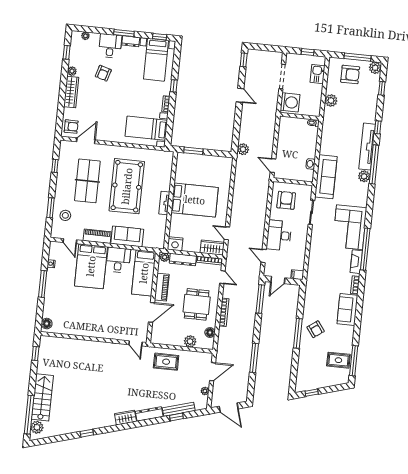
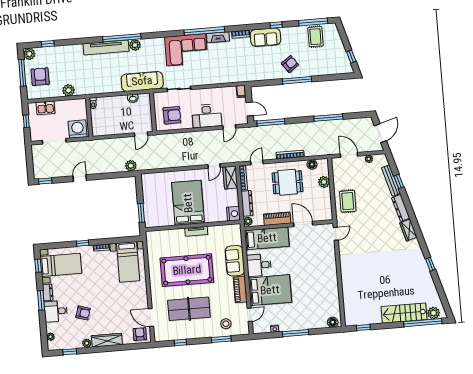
window: (378, 127) -> (276, 25), moved
armchair: (286, 200) -> (172, 115), turned 180

